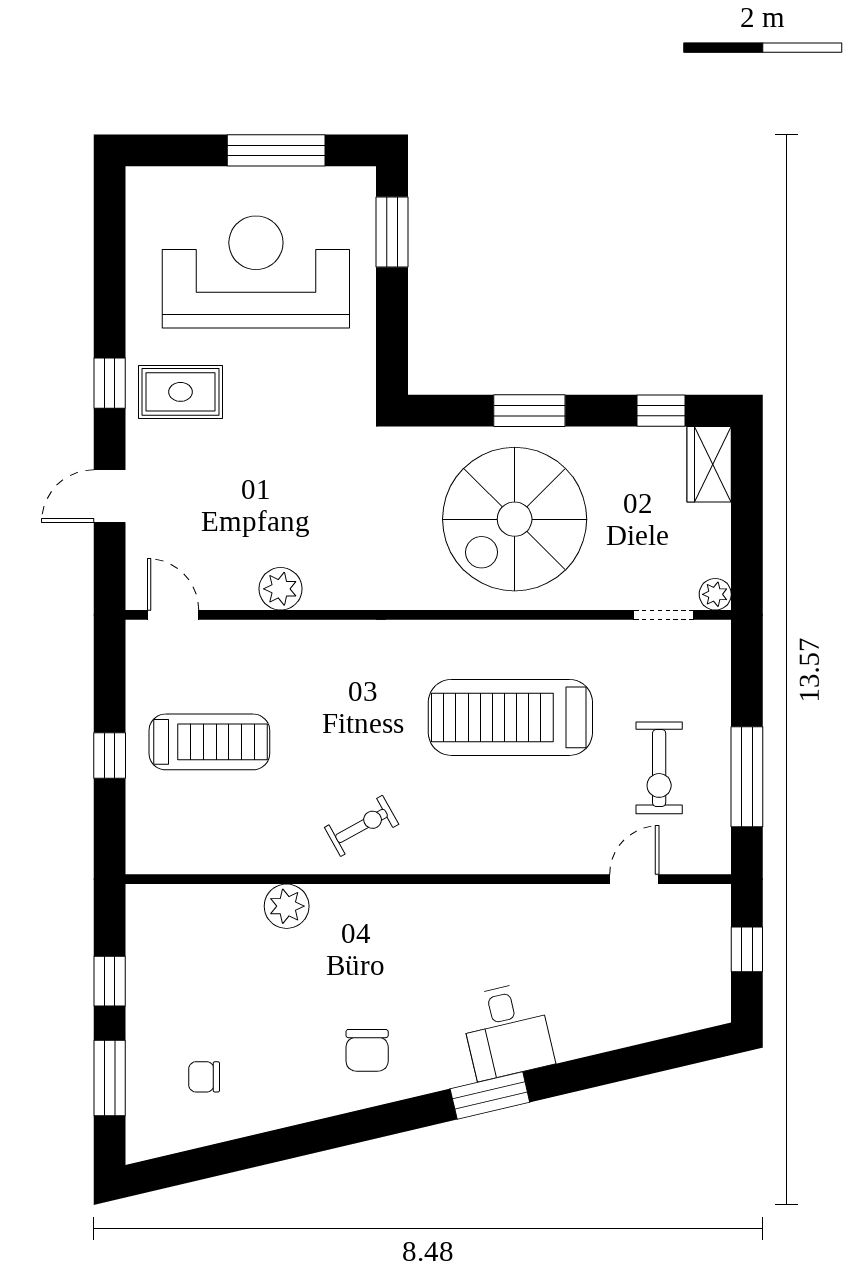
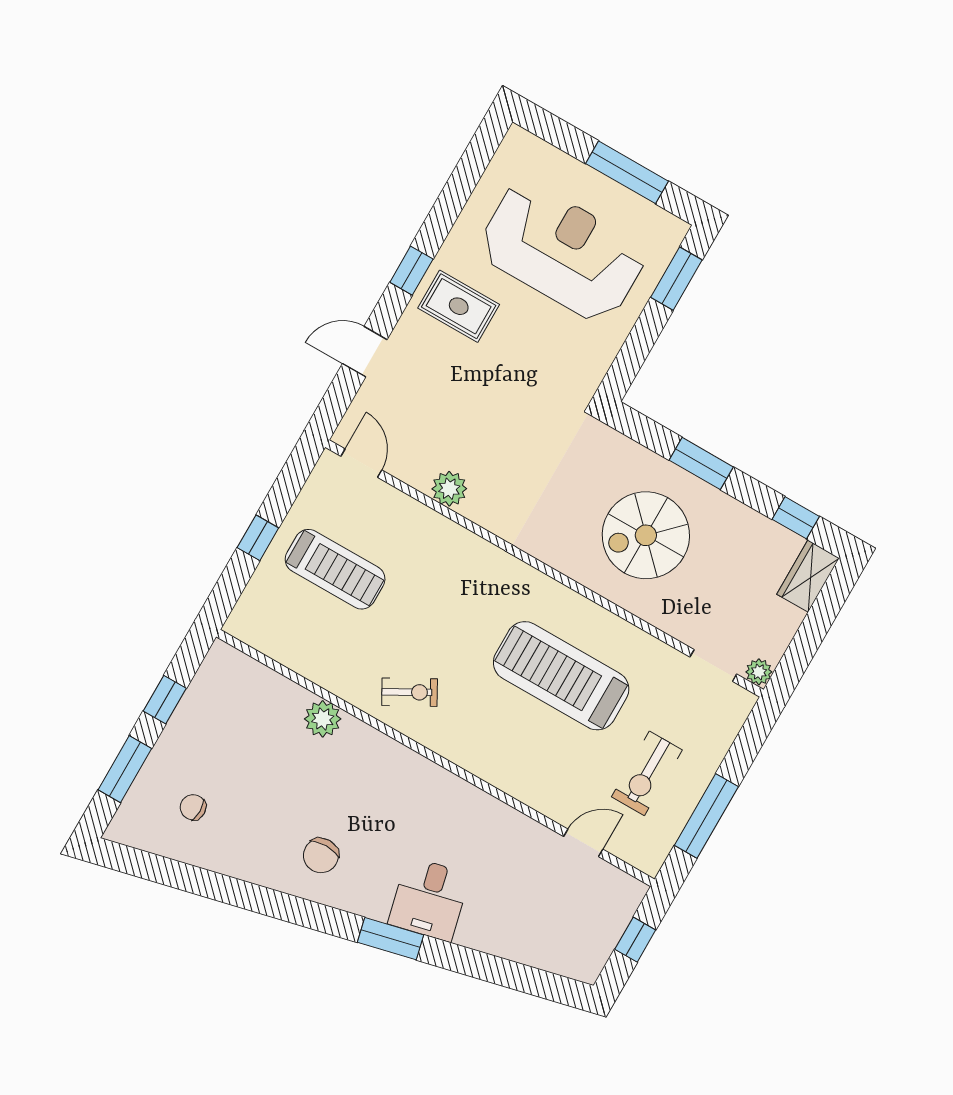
spiral stairs: (515, 519) -> (646, 535), width x0.73, depth x0.73

